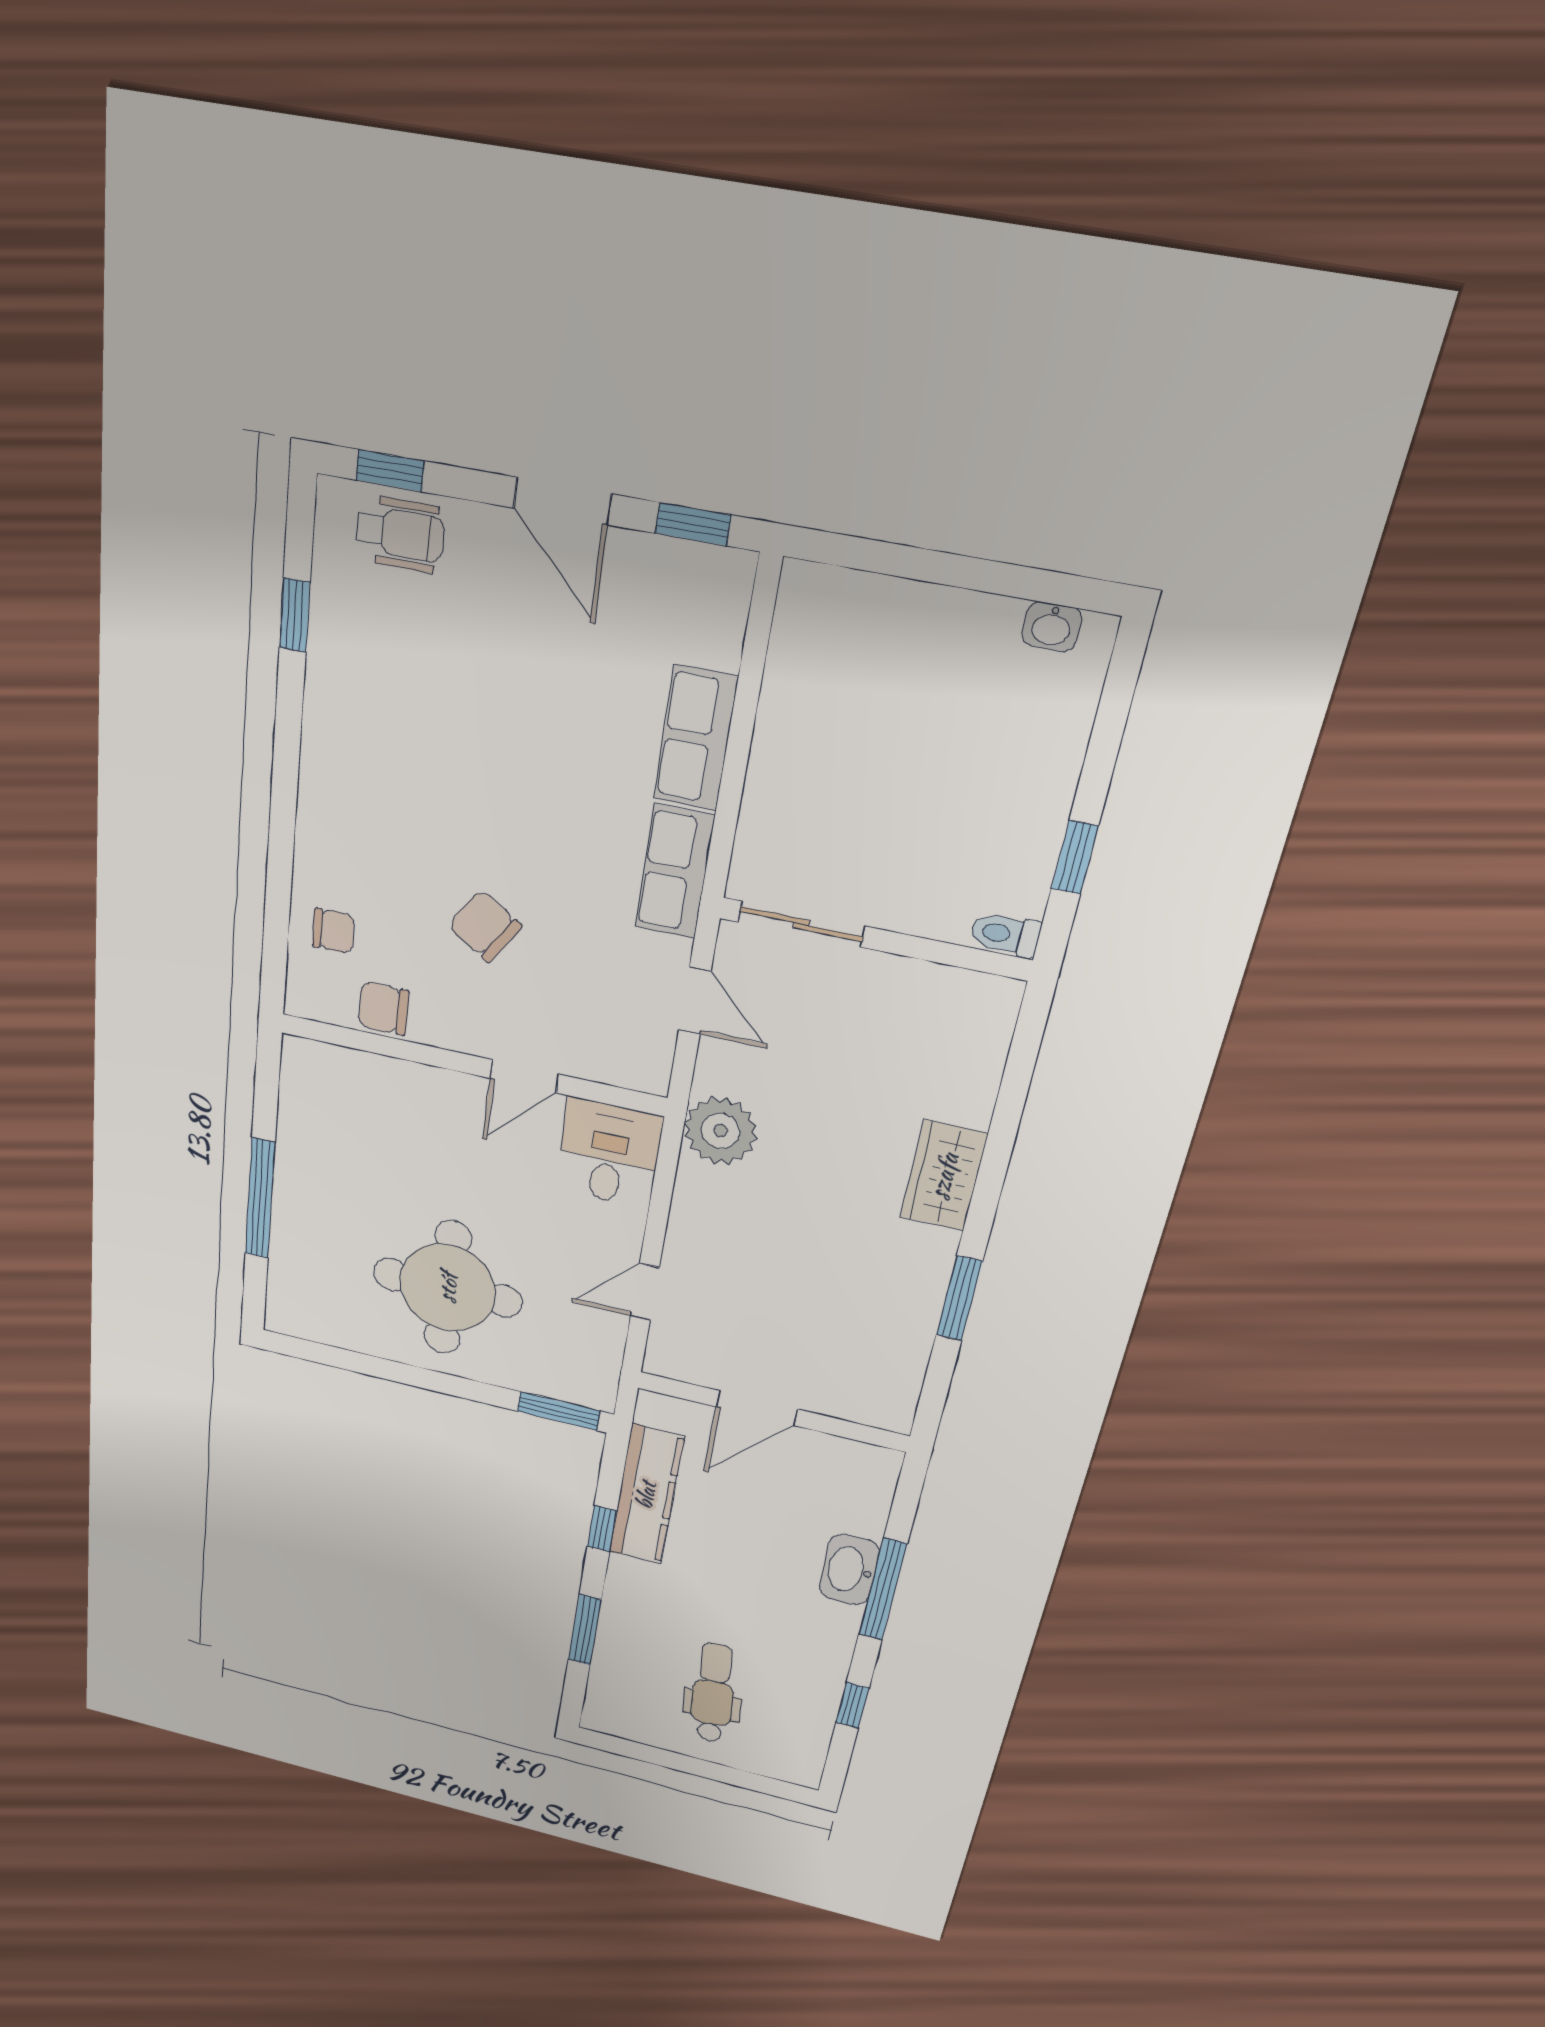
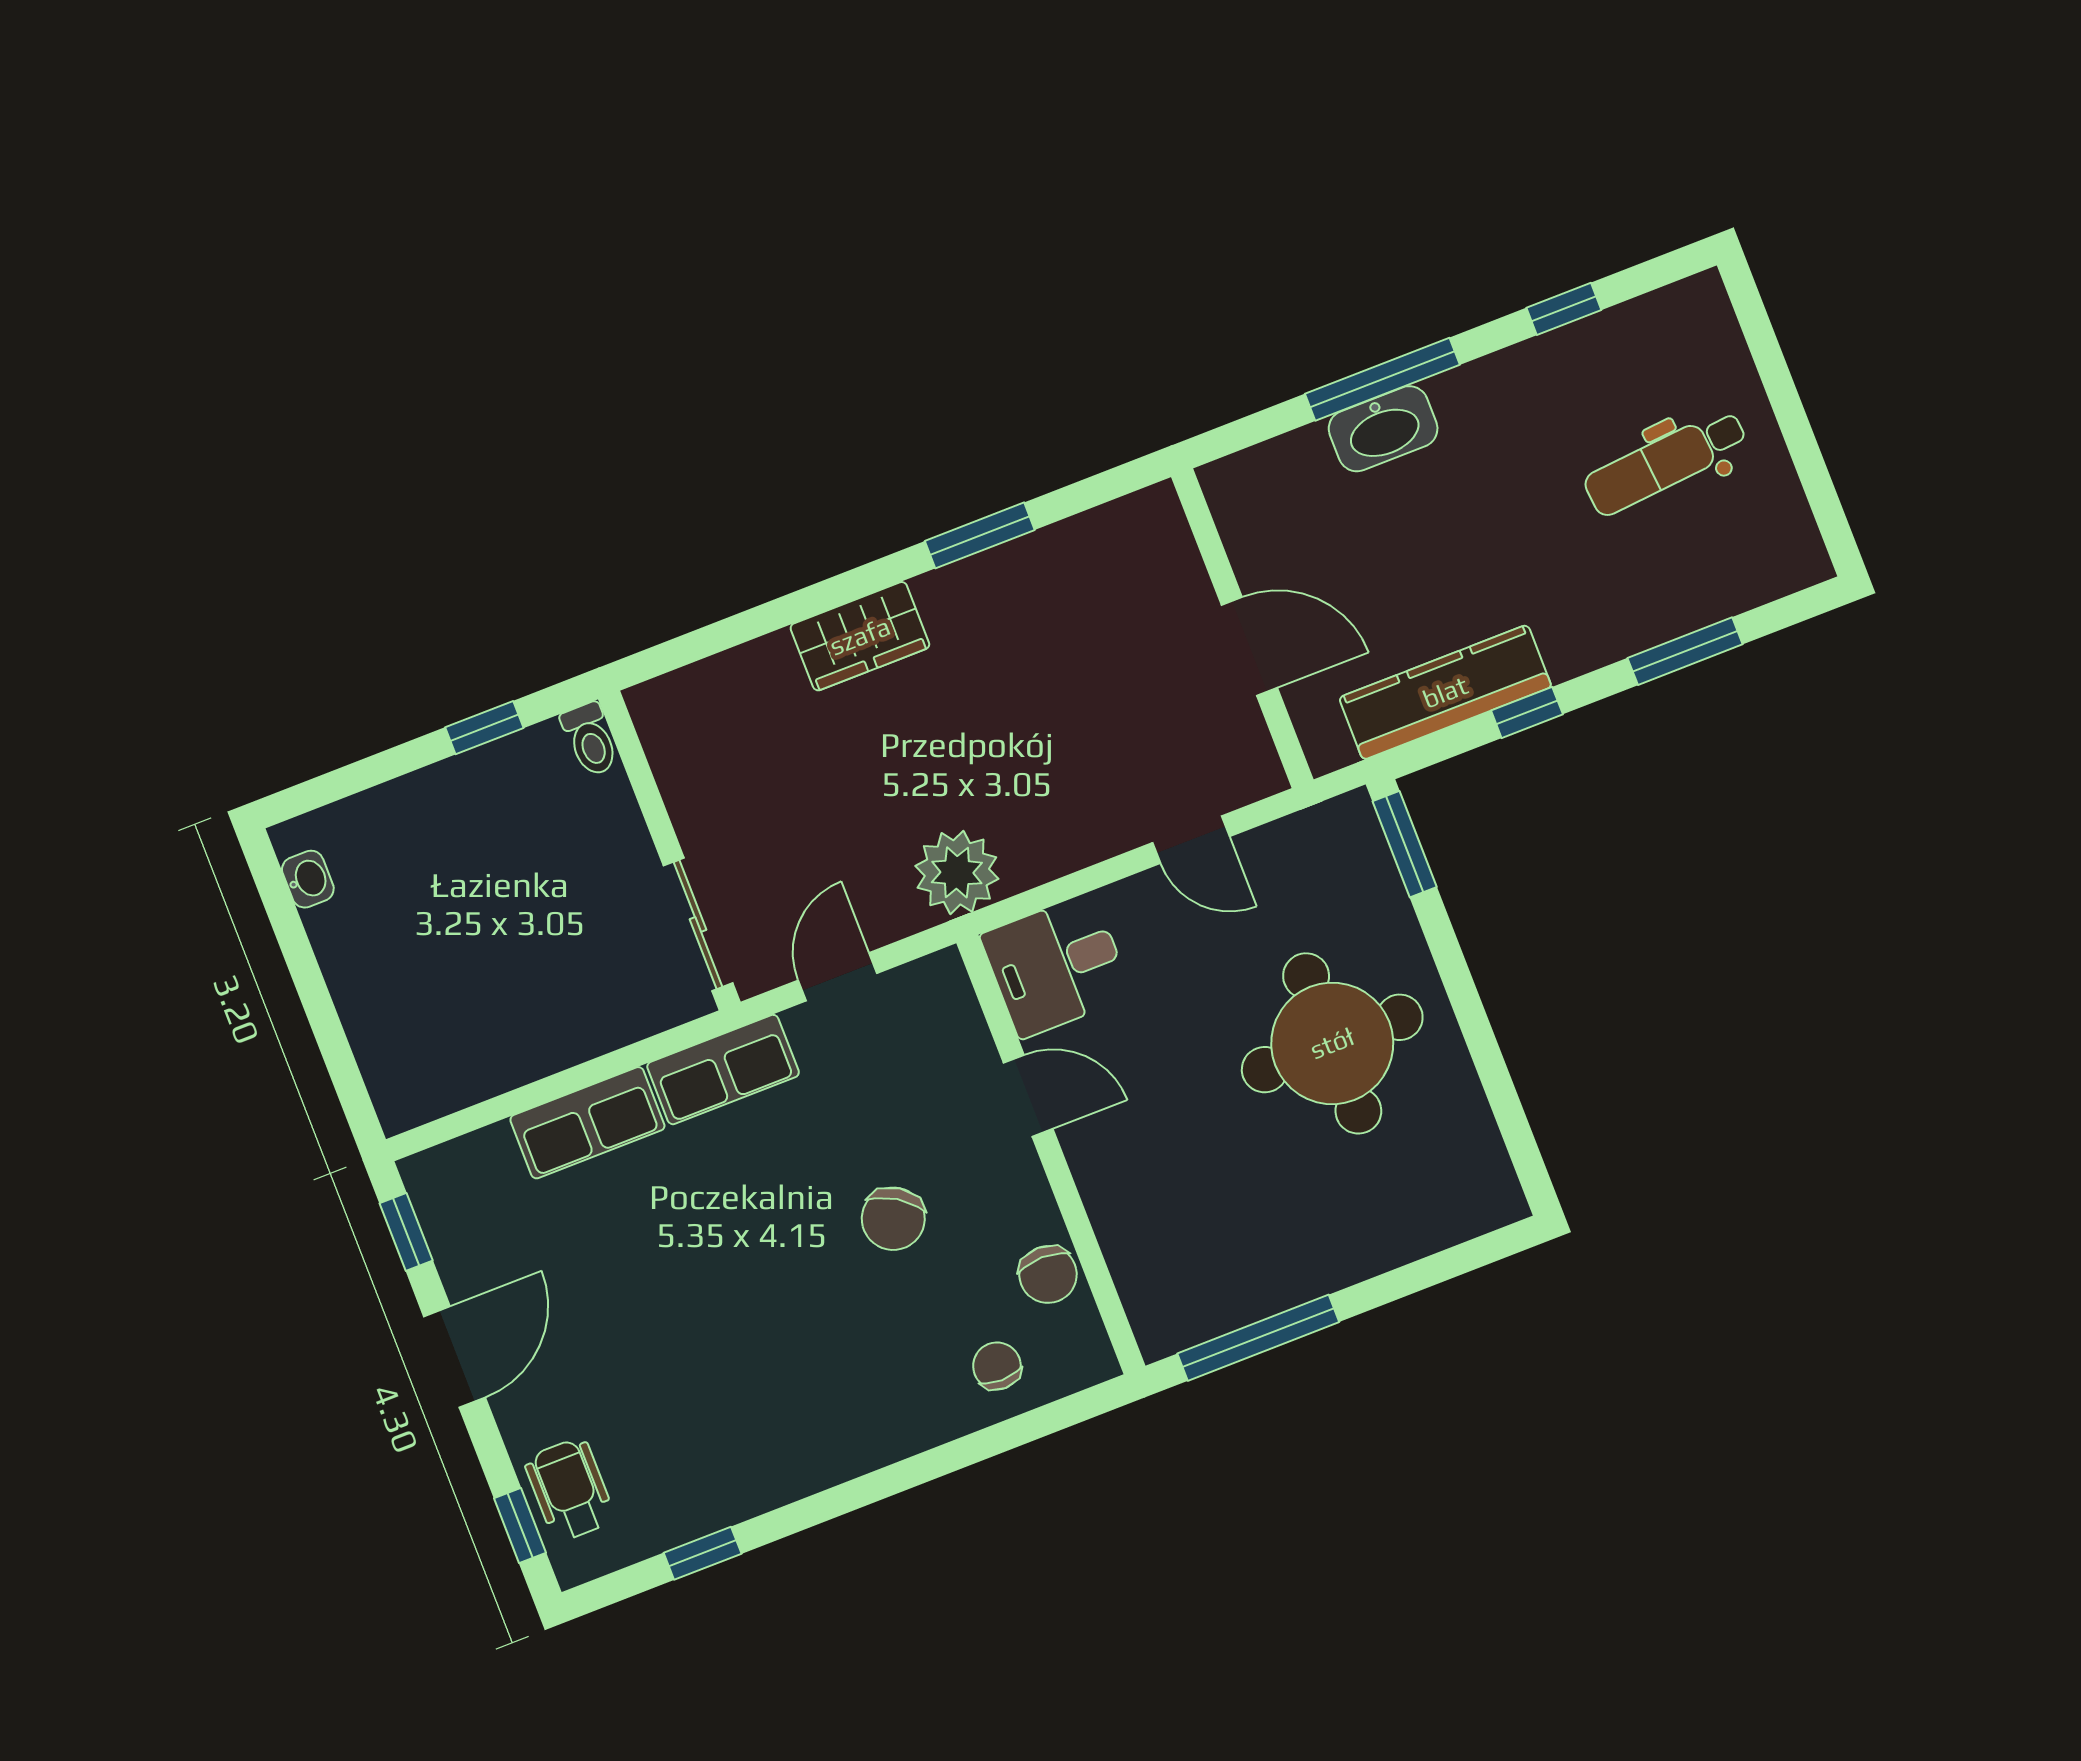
window: (260, 1199) -> (1258, 1338), moved

